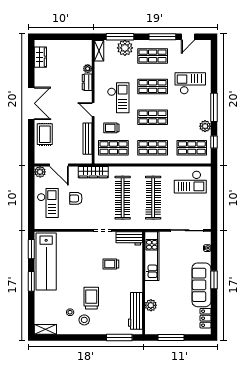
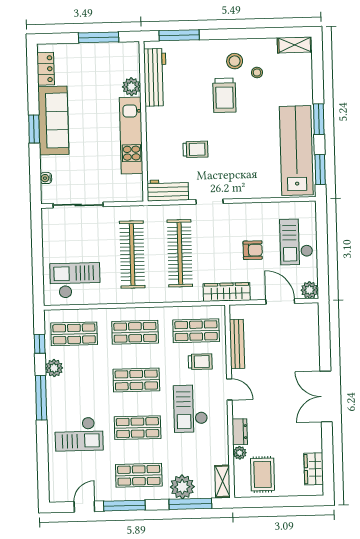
rug: (45, 134) -> (263, 474), moved
kitchen unit: (152, 256) -> (131, 136), moved

